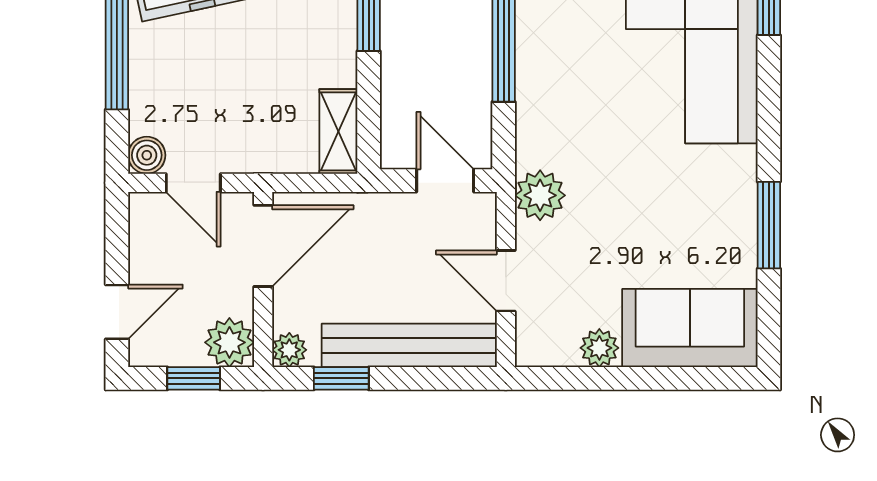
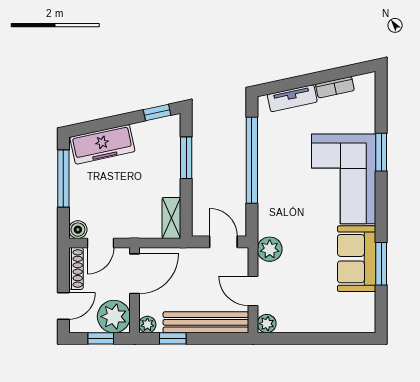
door: (193, 183) -> (101, 243), hinge flipped
shoe rack: (143, 235) -> (76, 268), added
sofa: (690, 328) -> (357, 259), moved, turned -90
plant: (229, 342) -> (114, 317), width x1.36, depth x1.36
plant: (599, 348) -> (267, 324), moved

